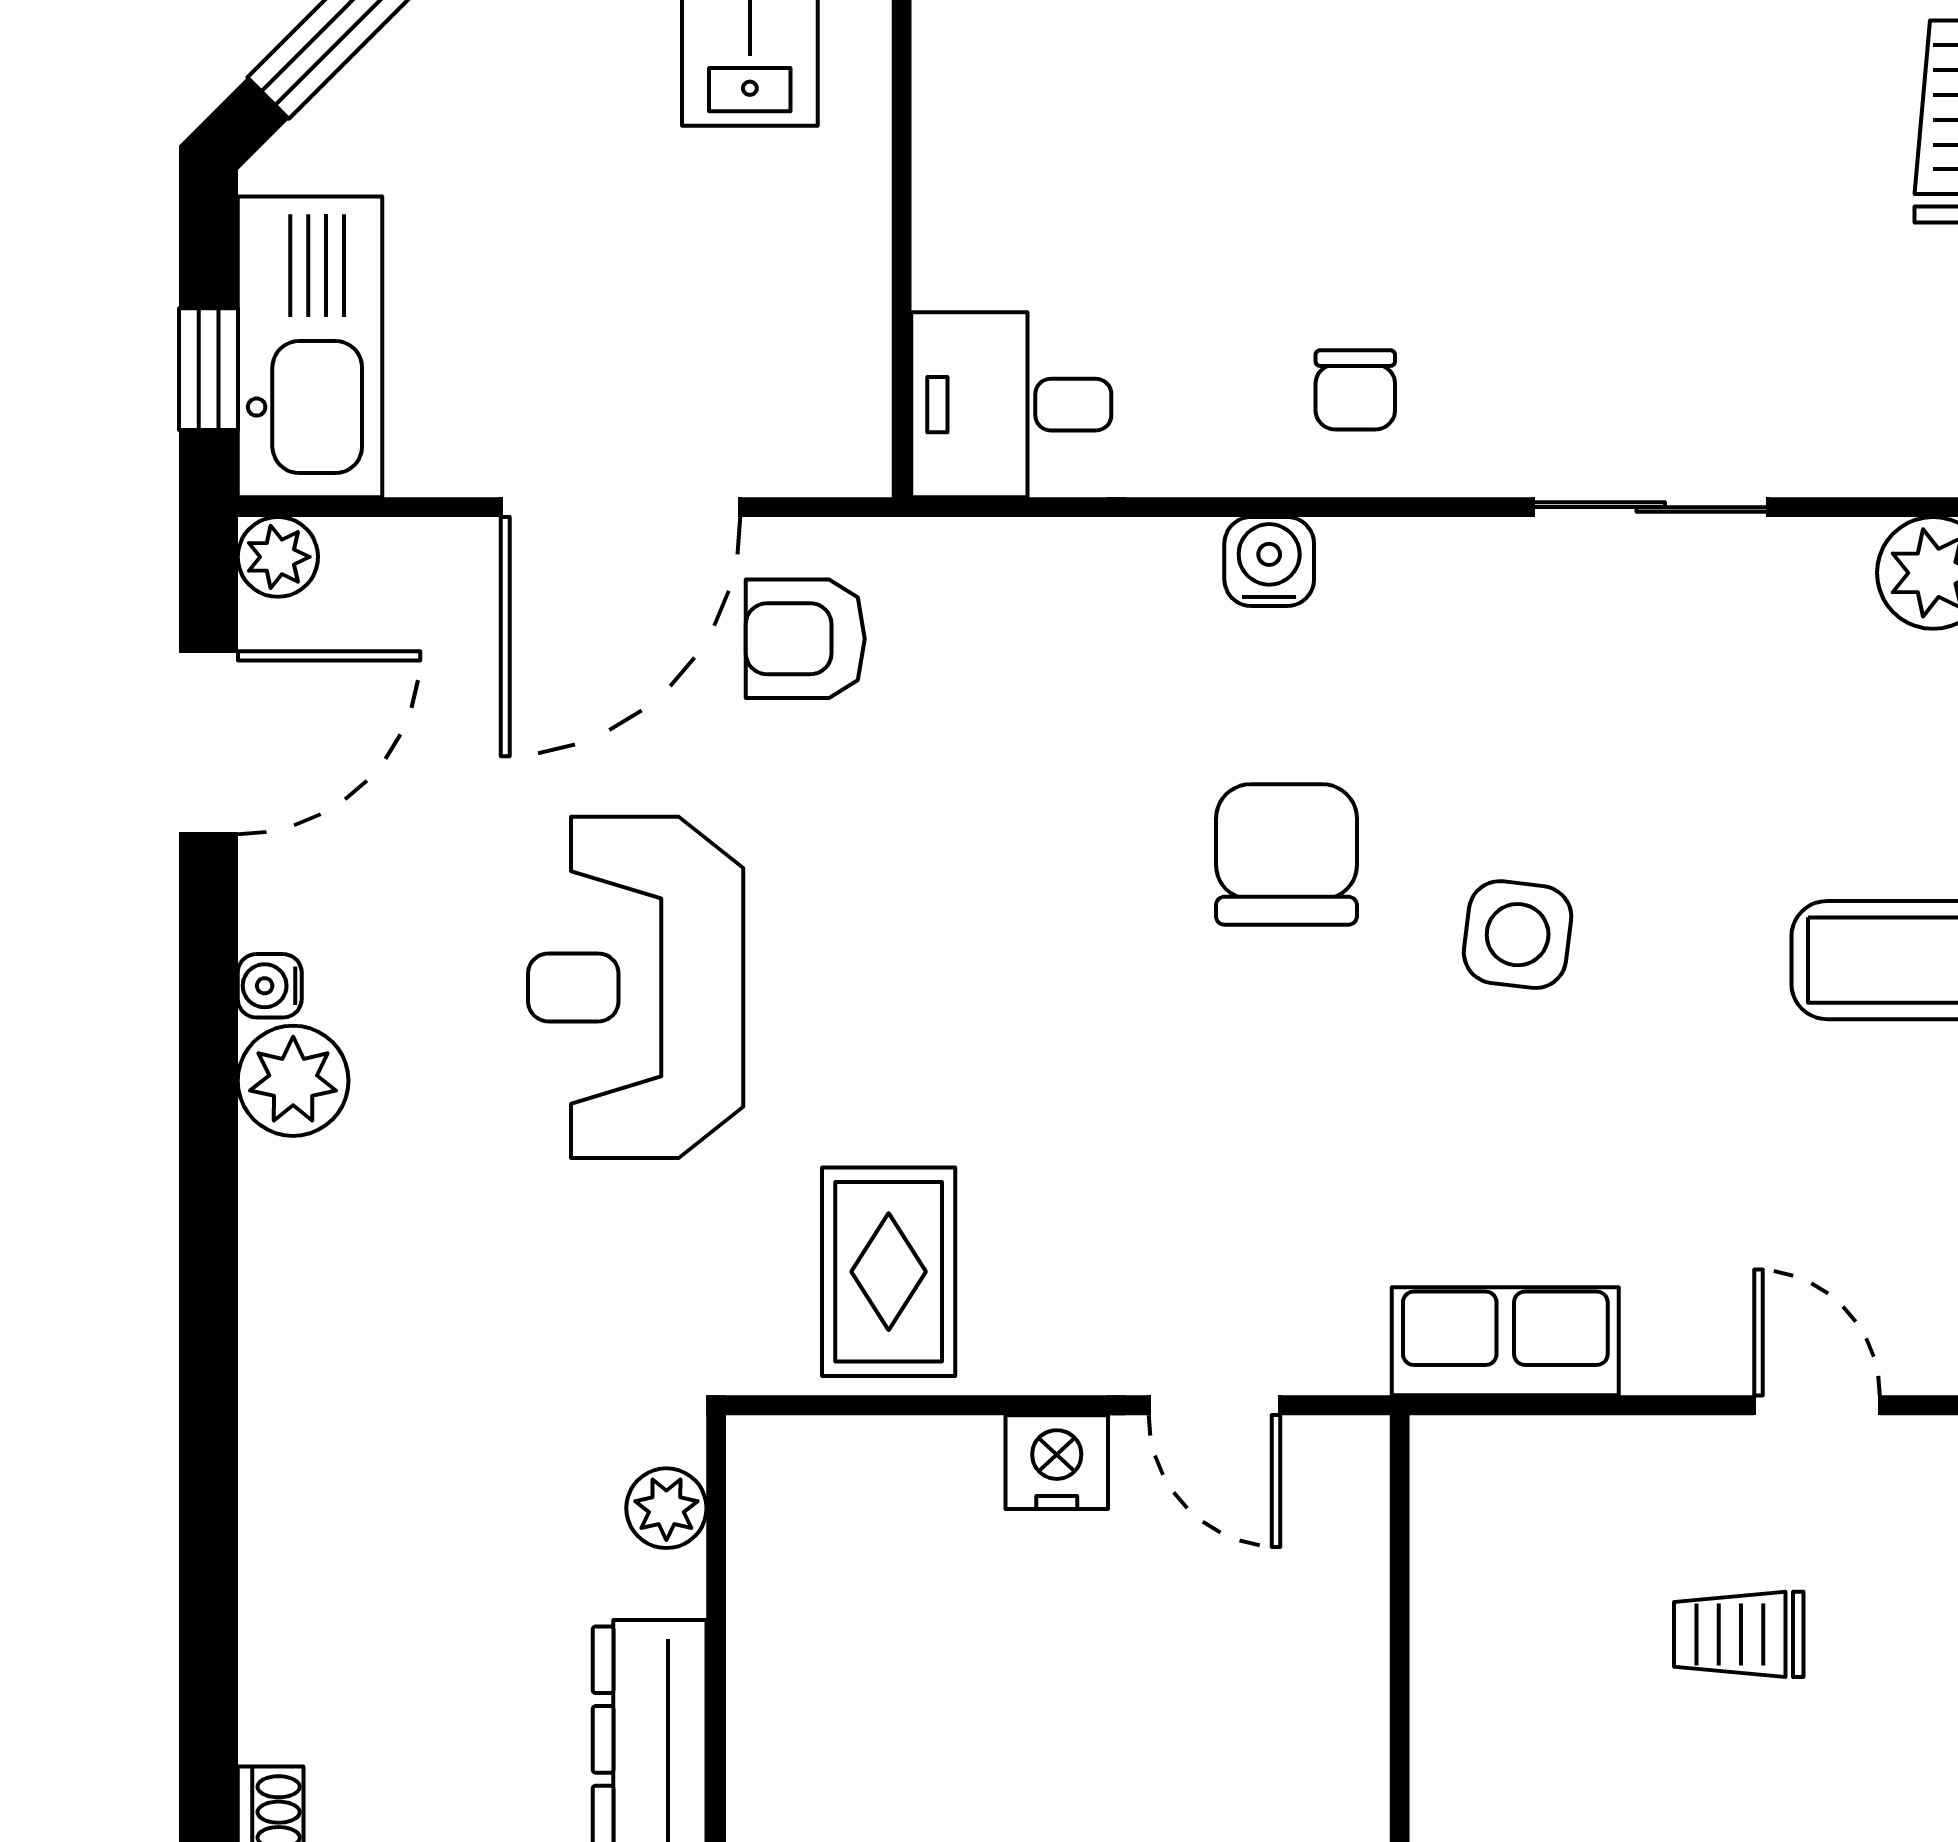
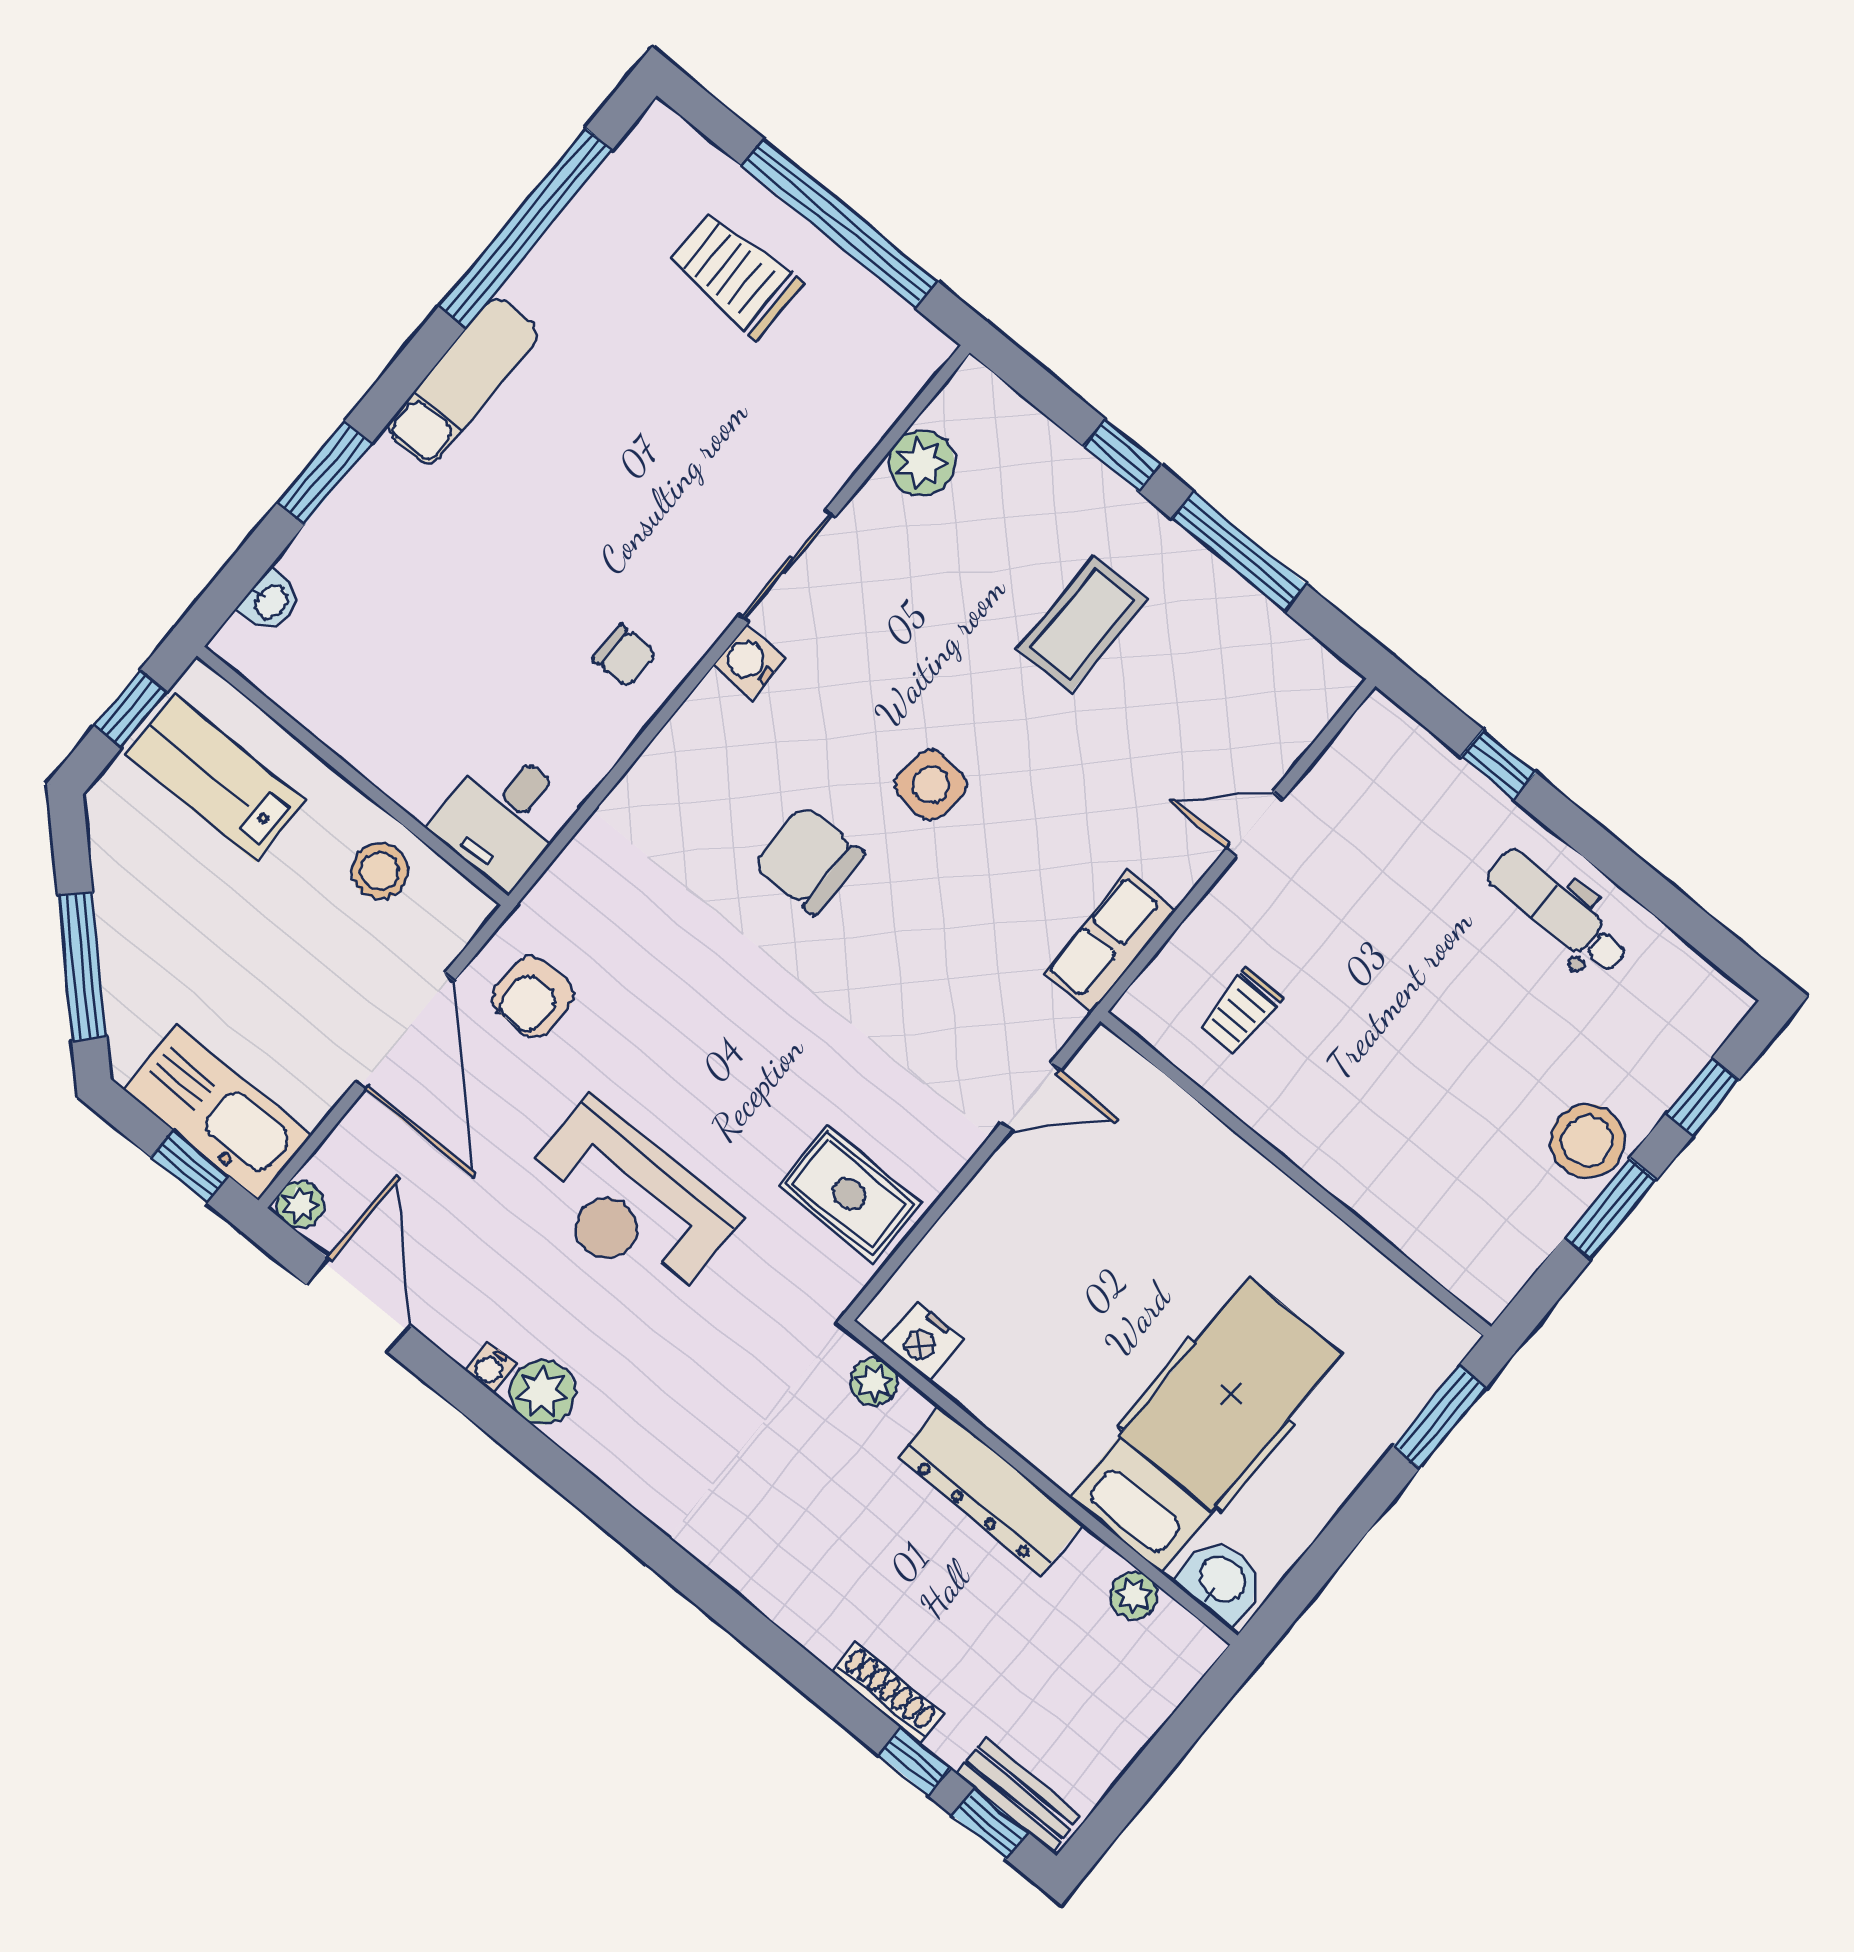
stool: (806, 300) -> (380, 871), added
water cooler: (1269, 562) -> (749, 662), moved
nightstand: (1057, 1462) -> (923, 1342), moved, turned -90
trolley: (1739, 1634) -> (1241, 1011), moved

